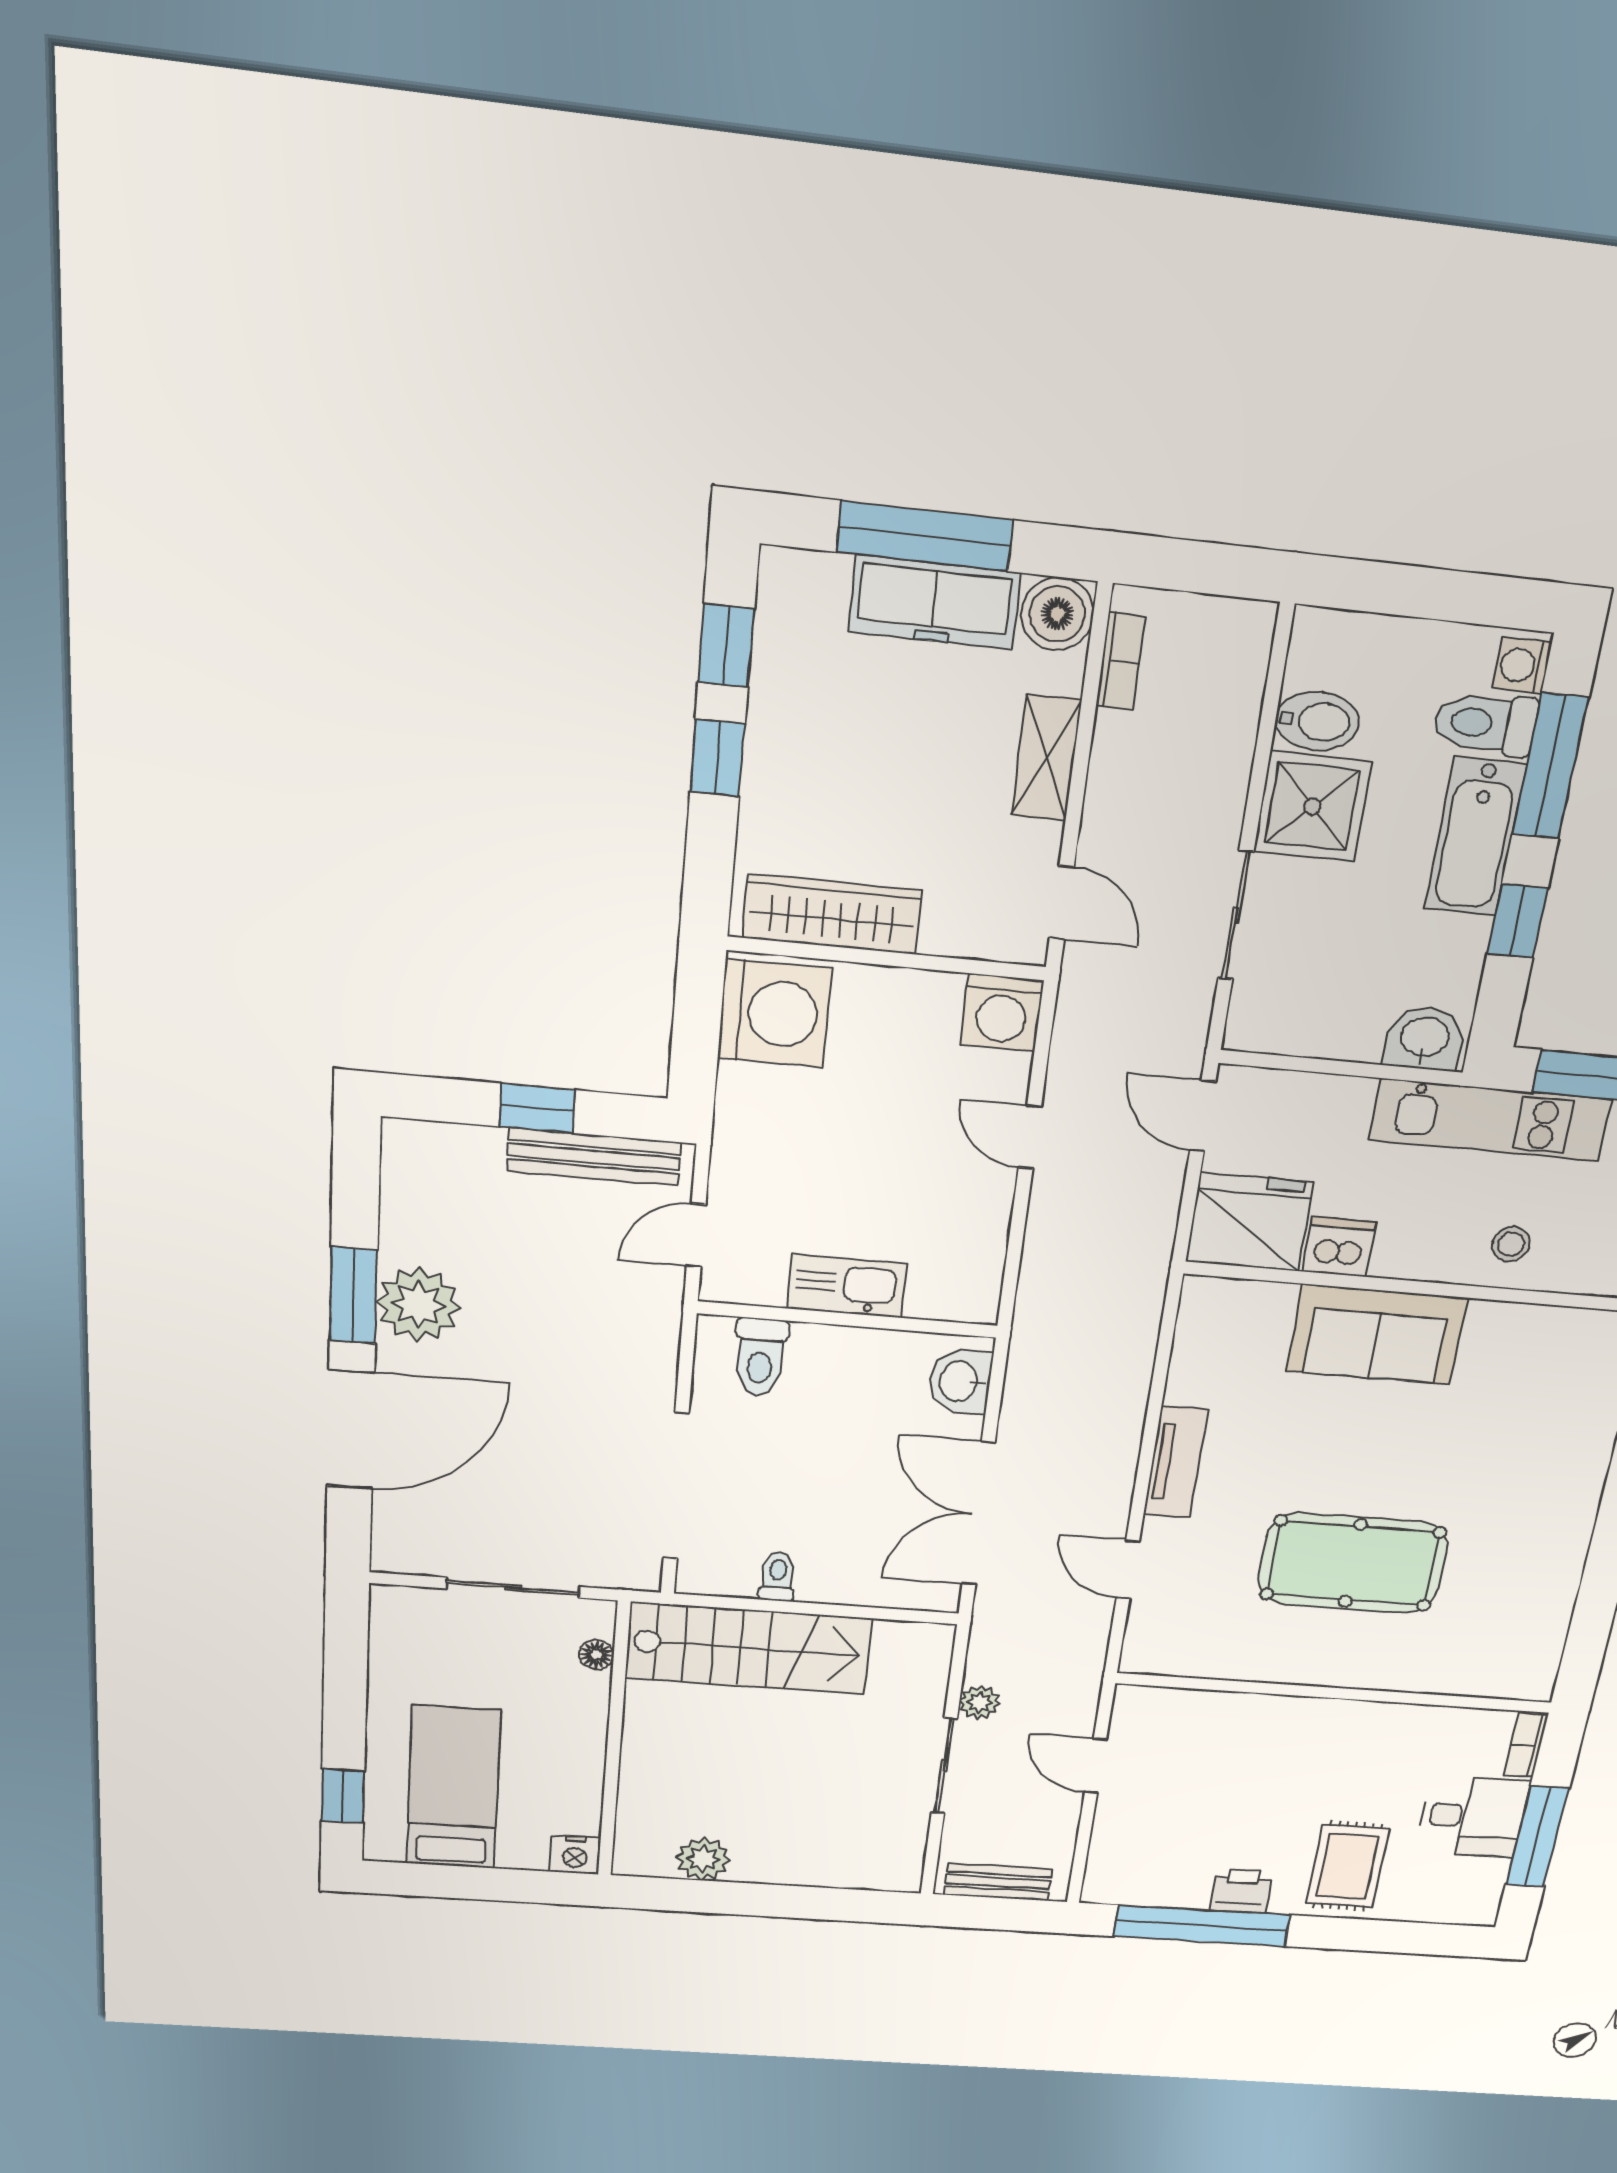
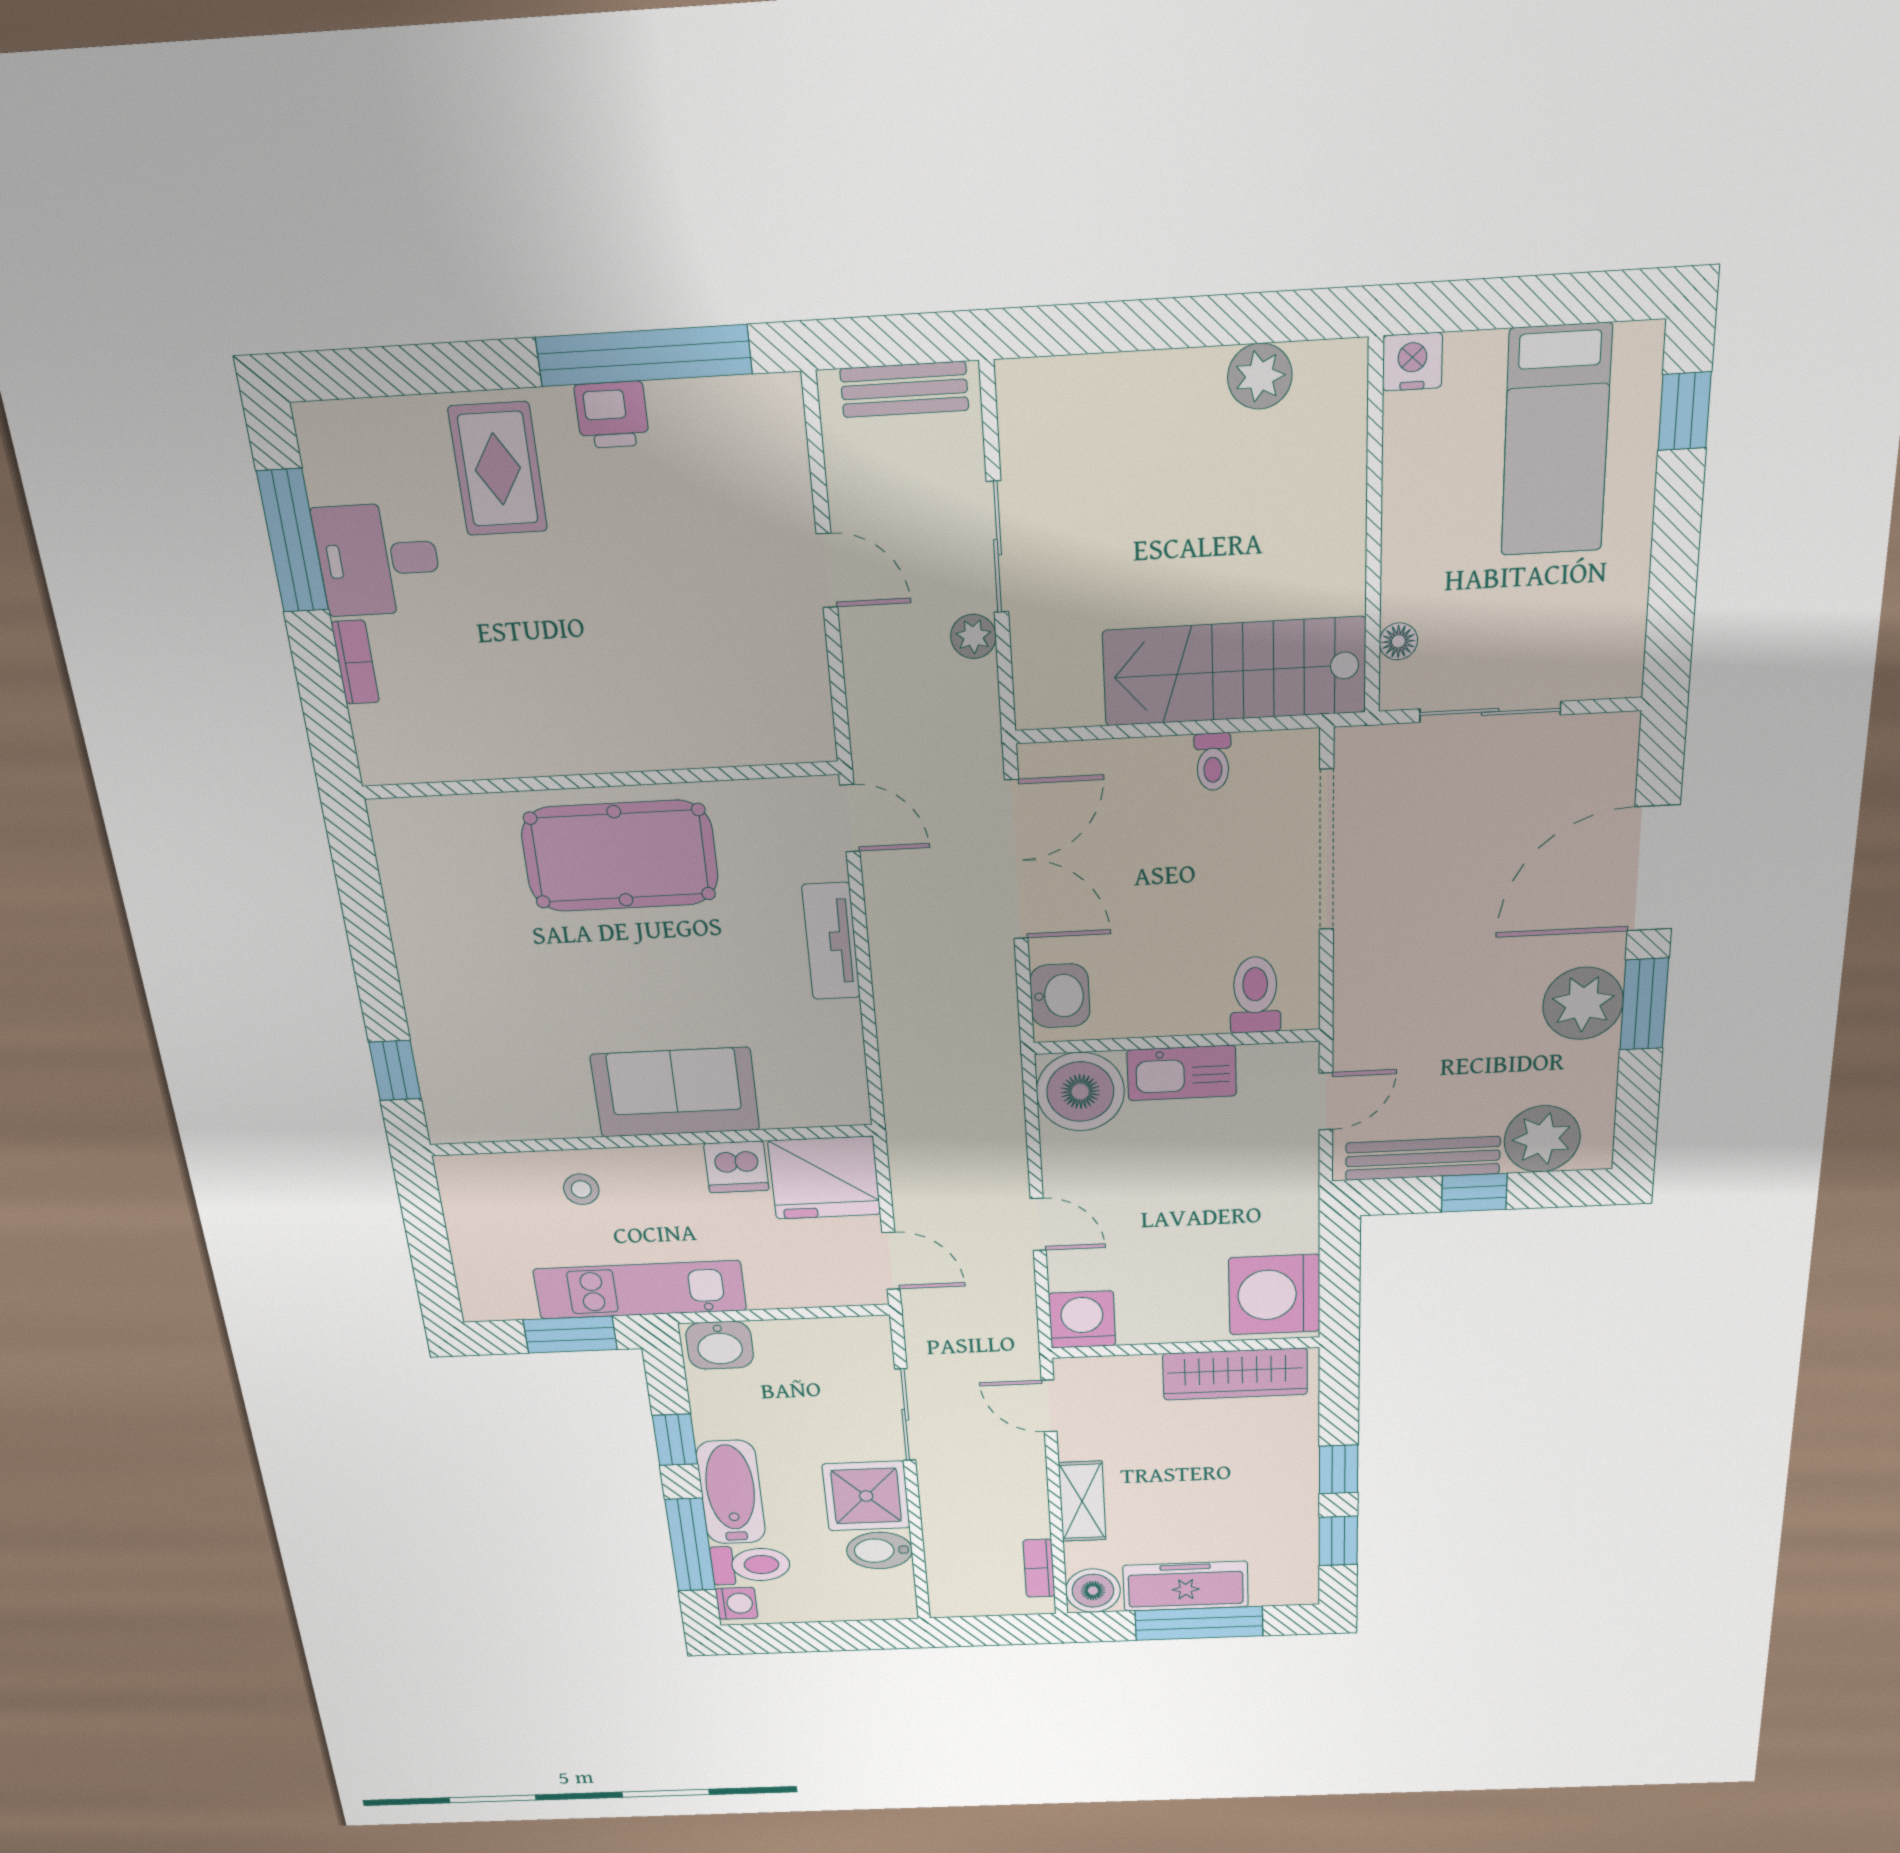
plant: (460, 1162) -> (1542, 1139), added
boiler: (957, 1280) -> (1080, 1092), added
wall: (1335, 1693) -> (600, 780), moved

